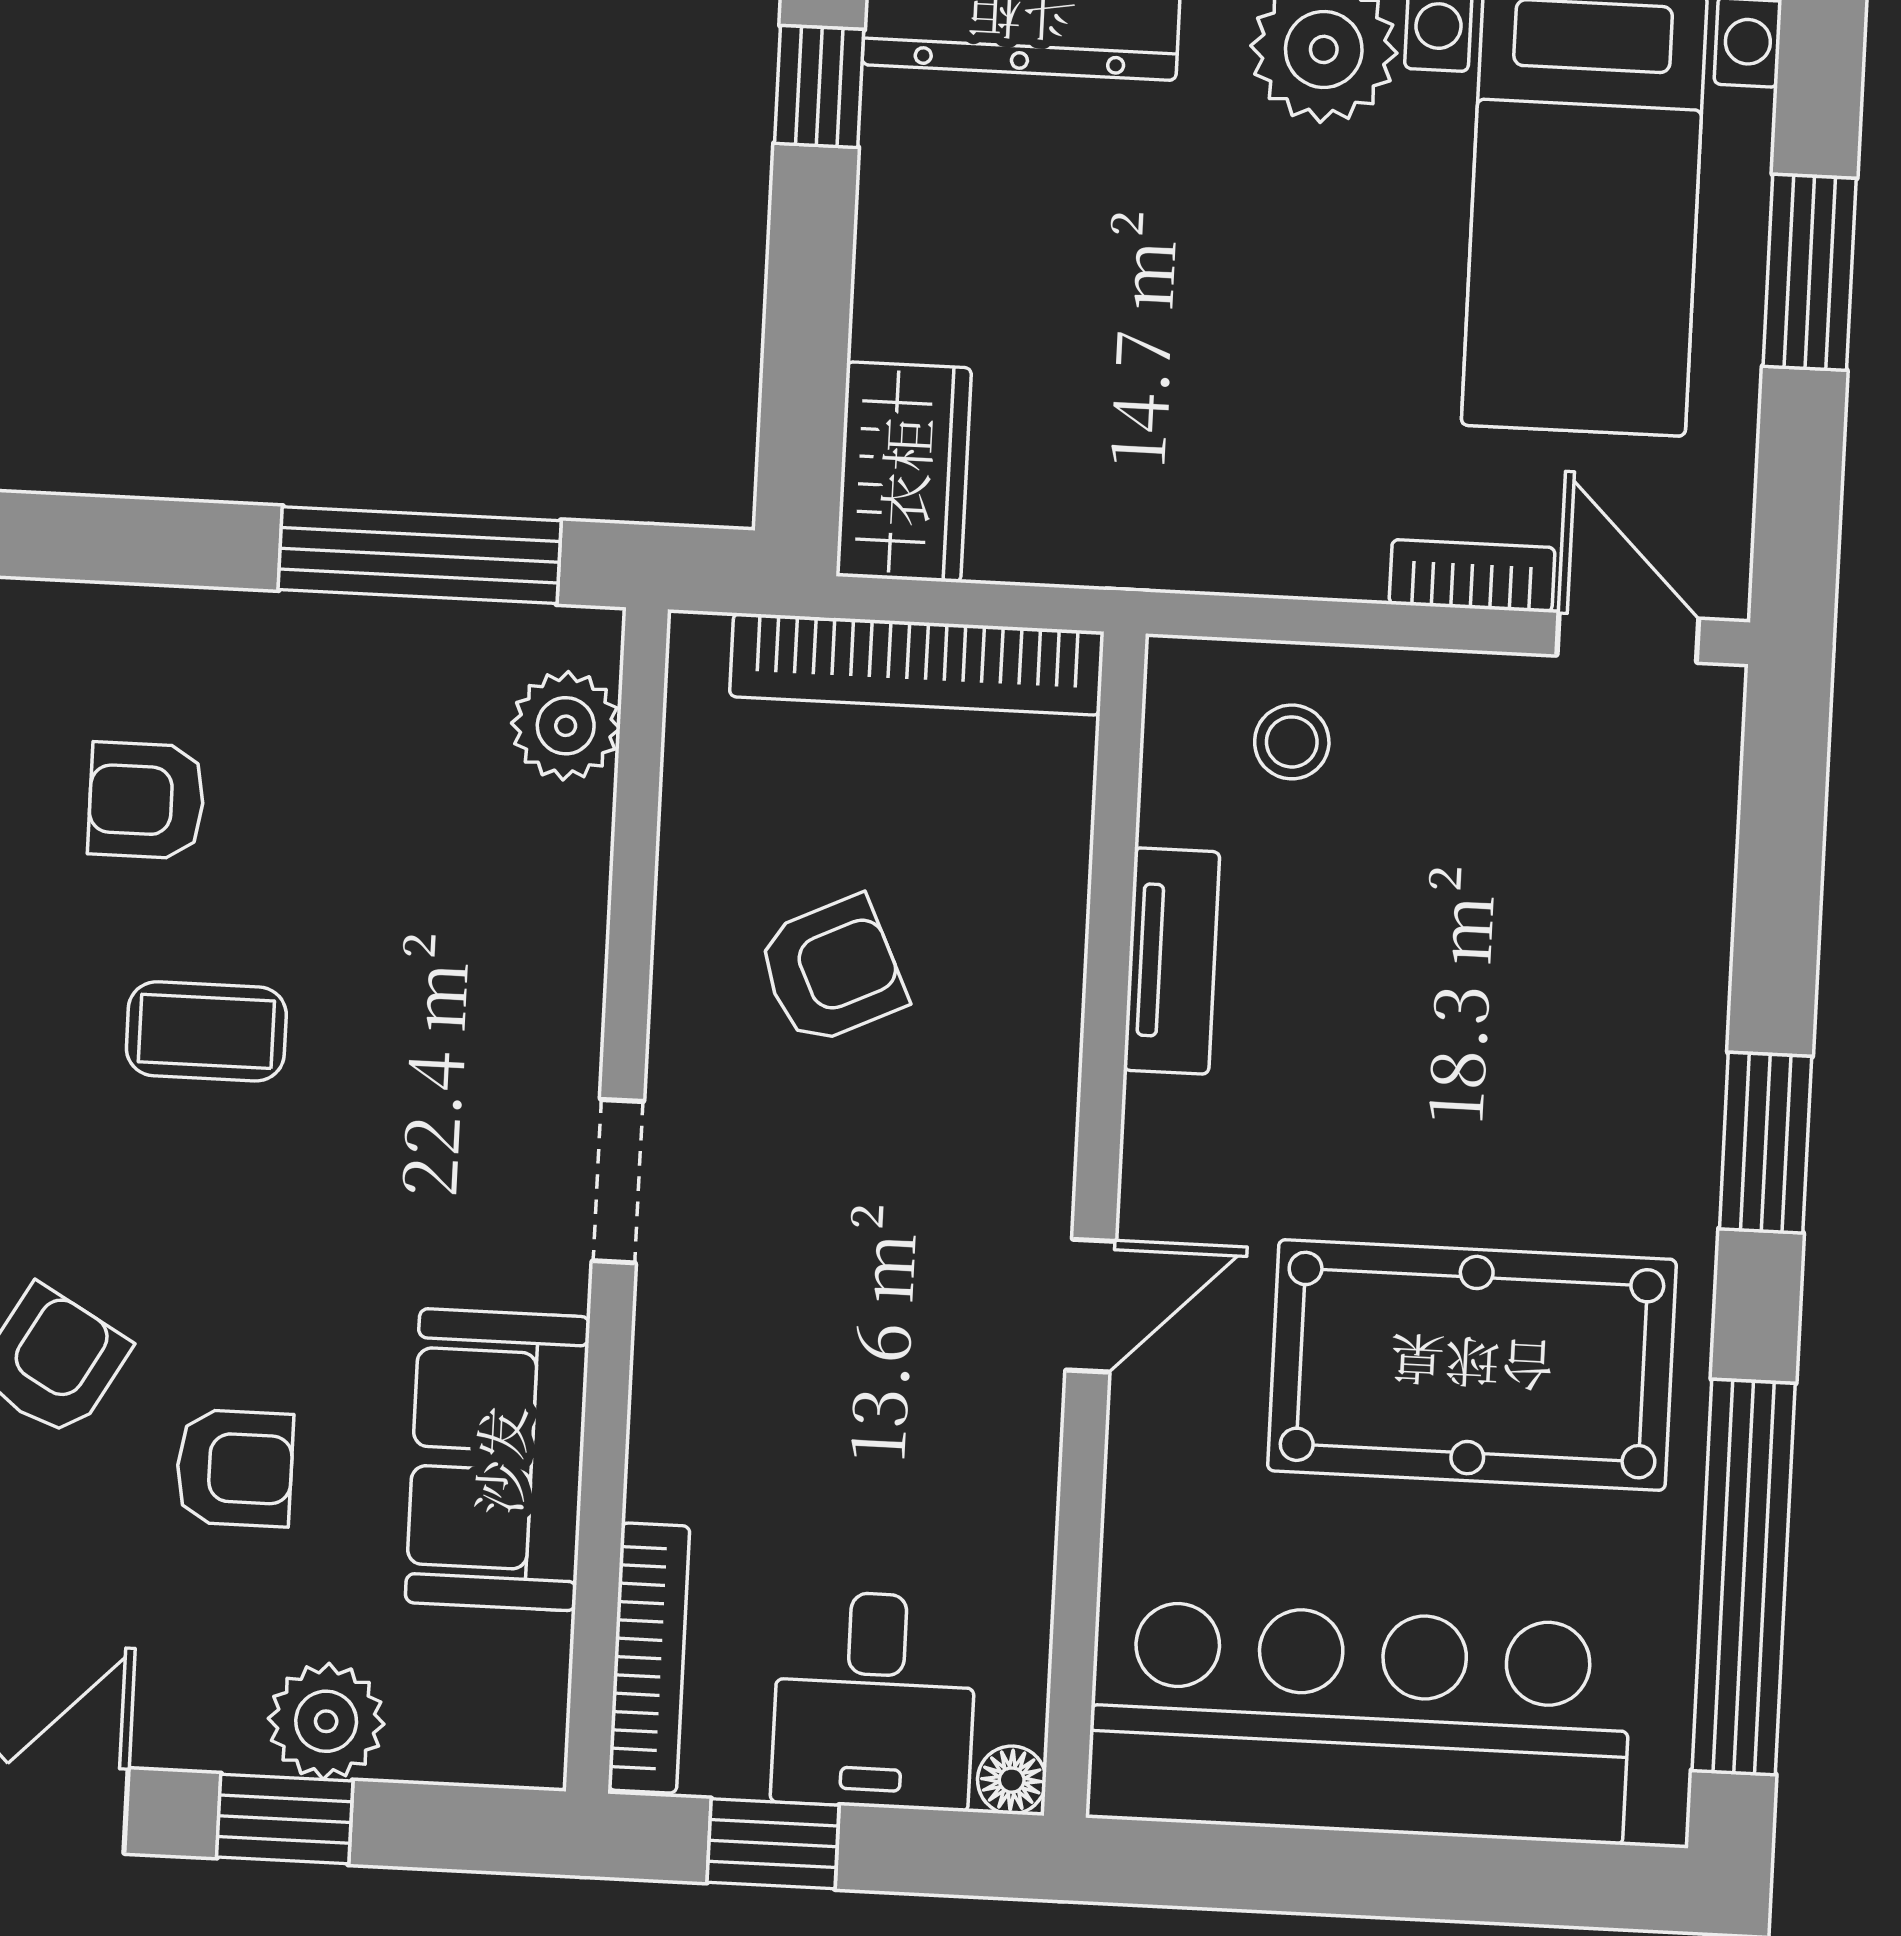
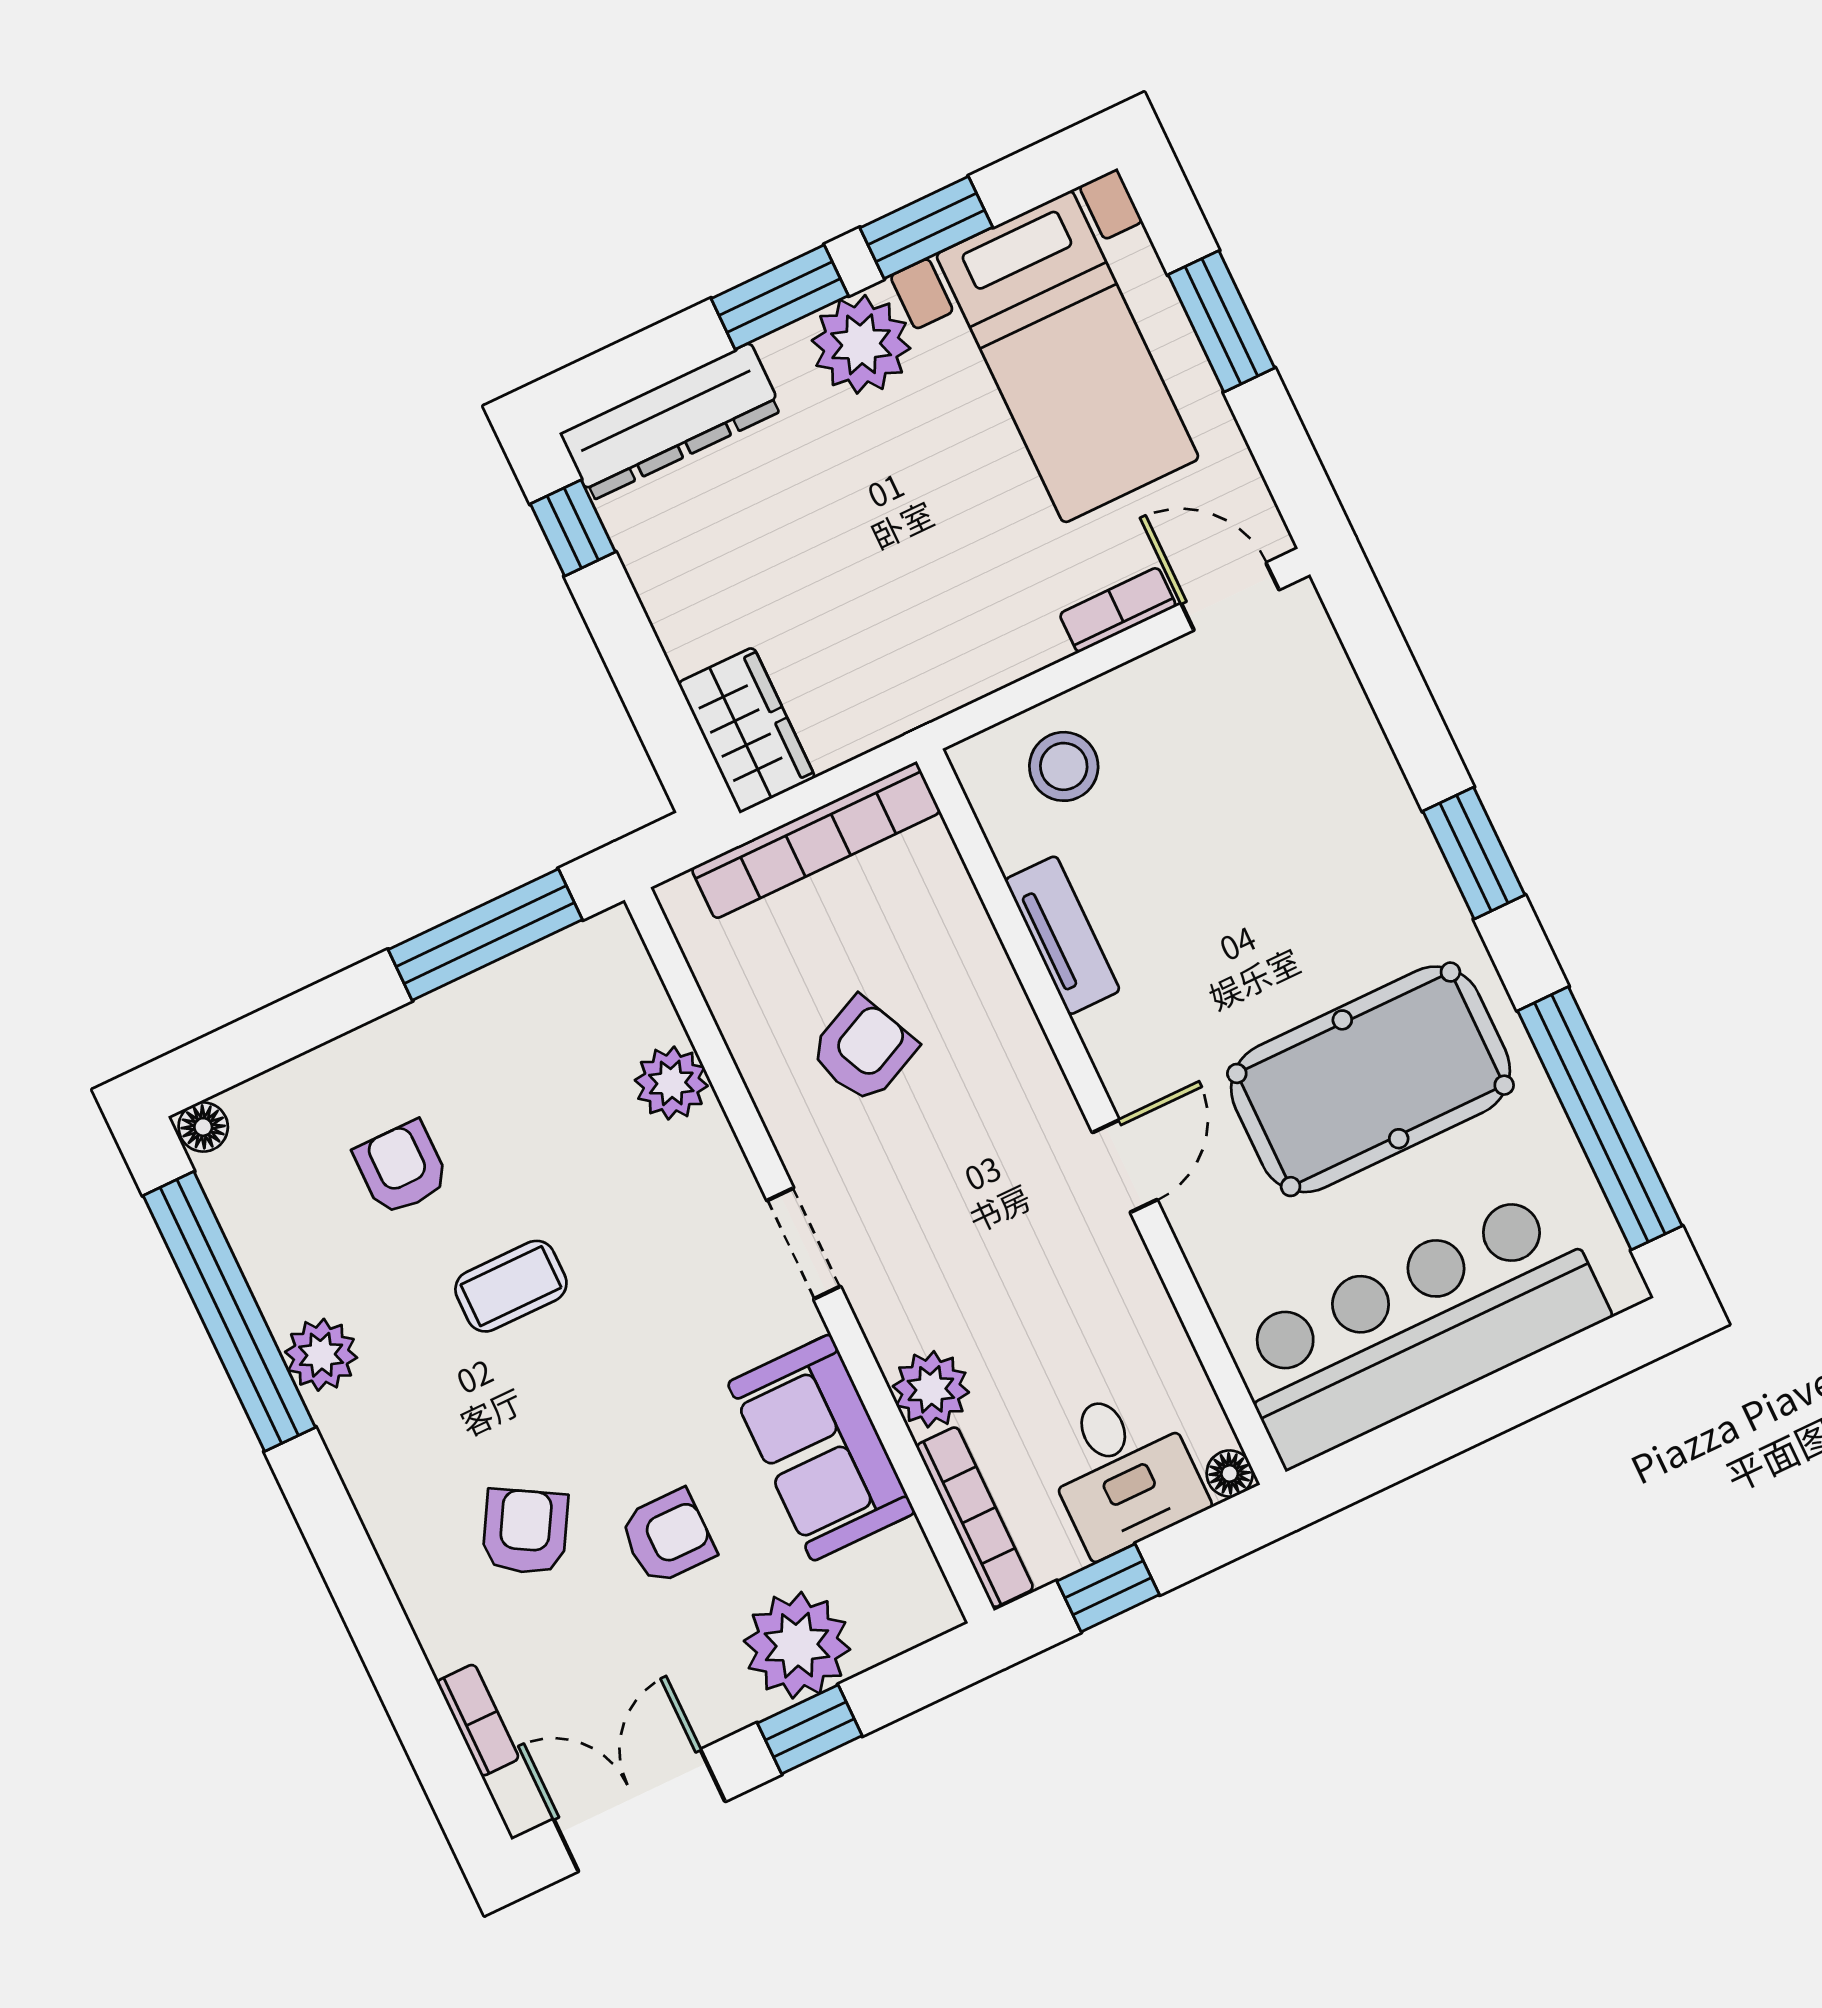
plant: (566, 726) -> (671, 1083), moved
stool: (1292, 742) -> (1064, 766), width x1.37, depth x1.37
armchair: (146, 800) -> (401, 1168), turned 90
plant: (681, 1461) -> (931, 1389), added
plant: (326, 1721) -> (797, 1645), width x1.36, depth x1.36

